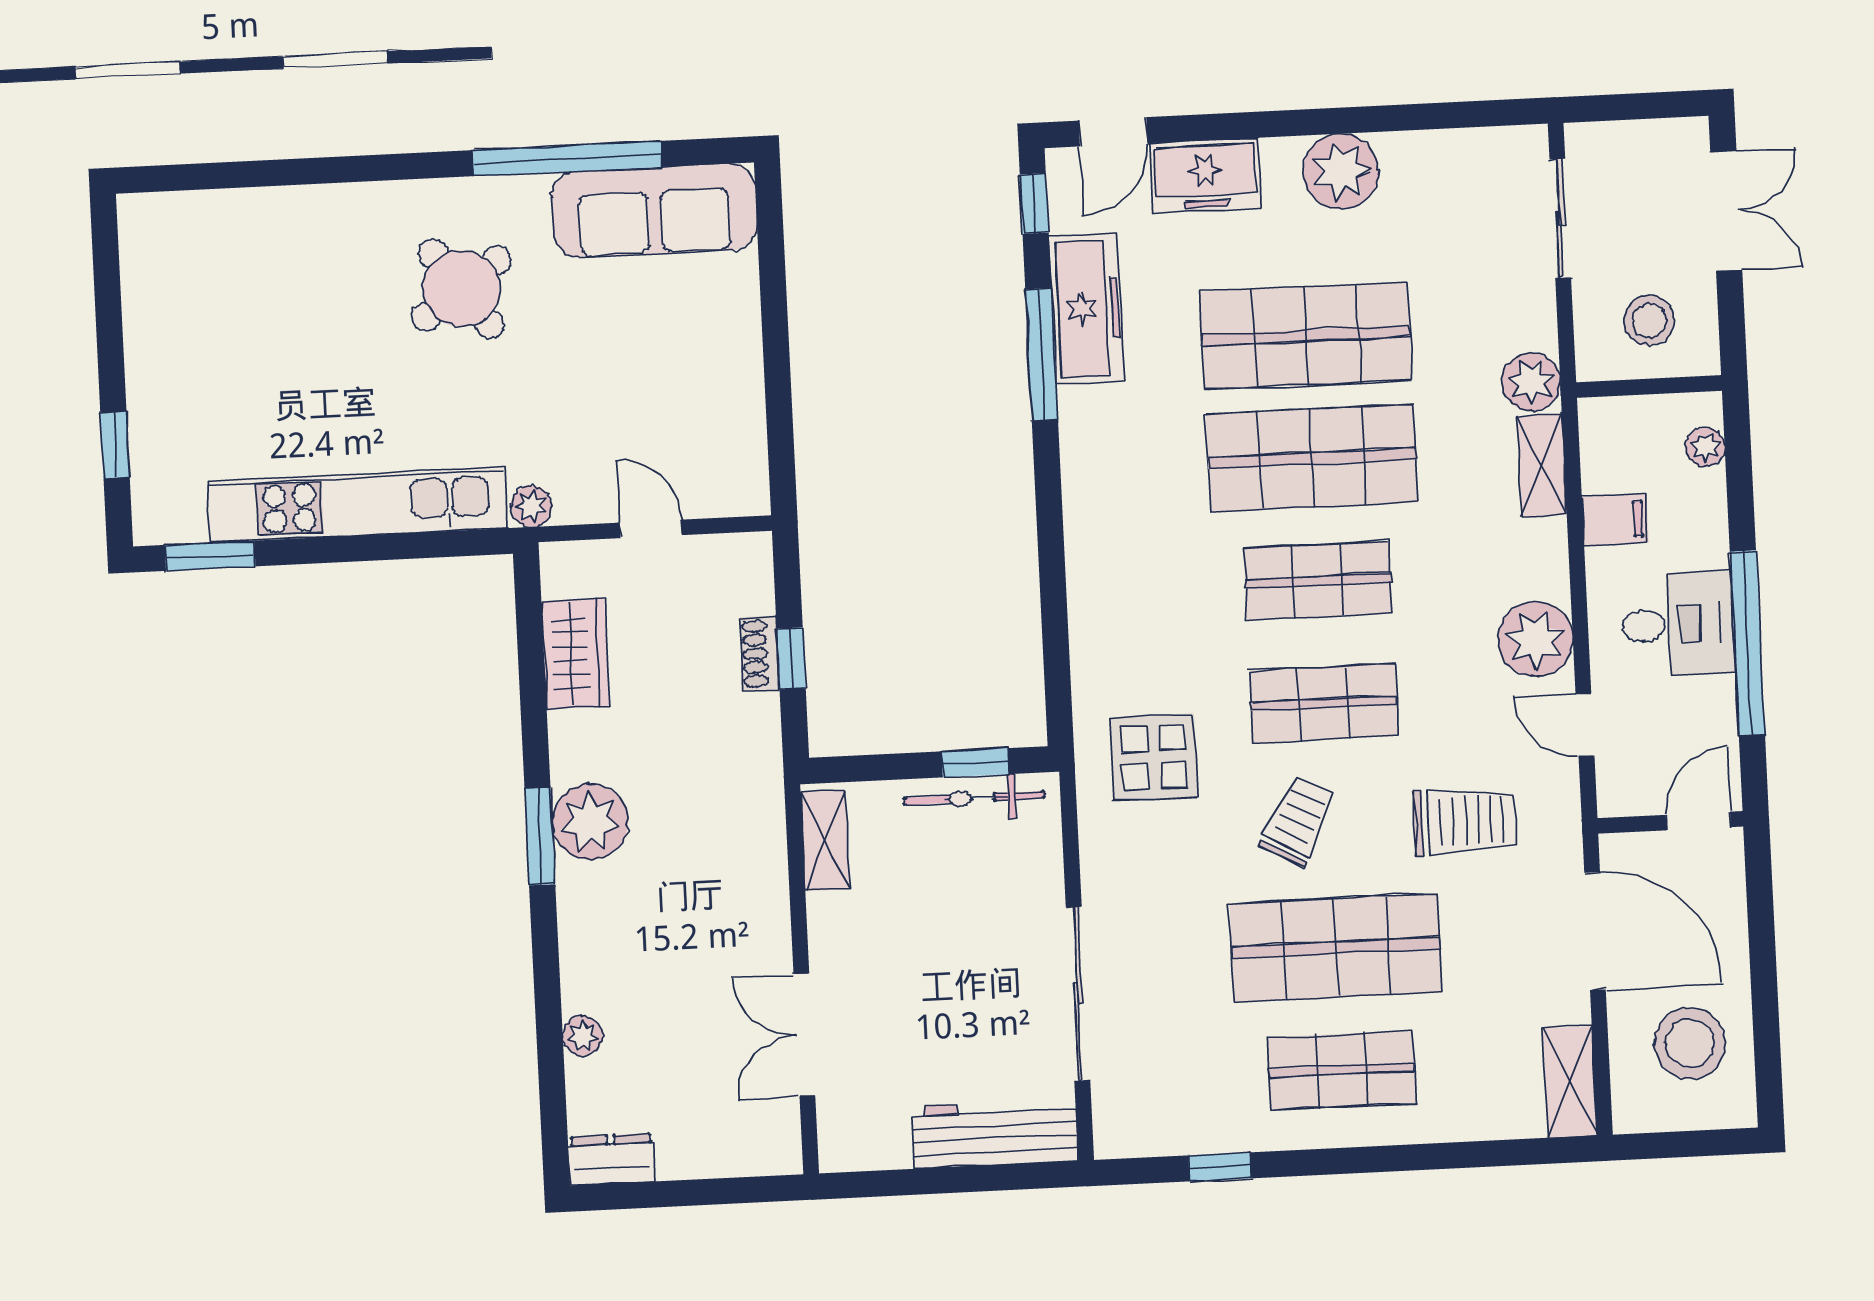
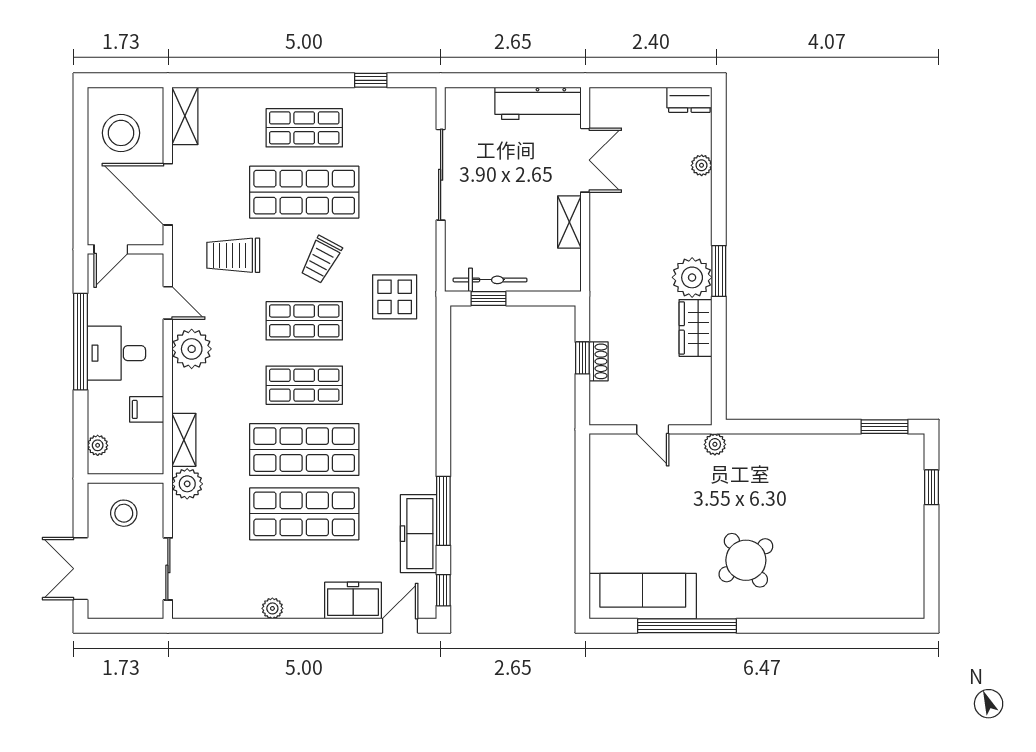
plant: (1341, 171) -> (272, 608), width x0.53, depth x0.53
kitchen unit: (358, 505) -> (806, 450), removed
wardrobe: (575, 654) -> (696, 328), moved
shelving: (825, 841) -> (569, 222), moved
workbench: (995, 1134) -> (538, 103), moved

